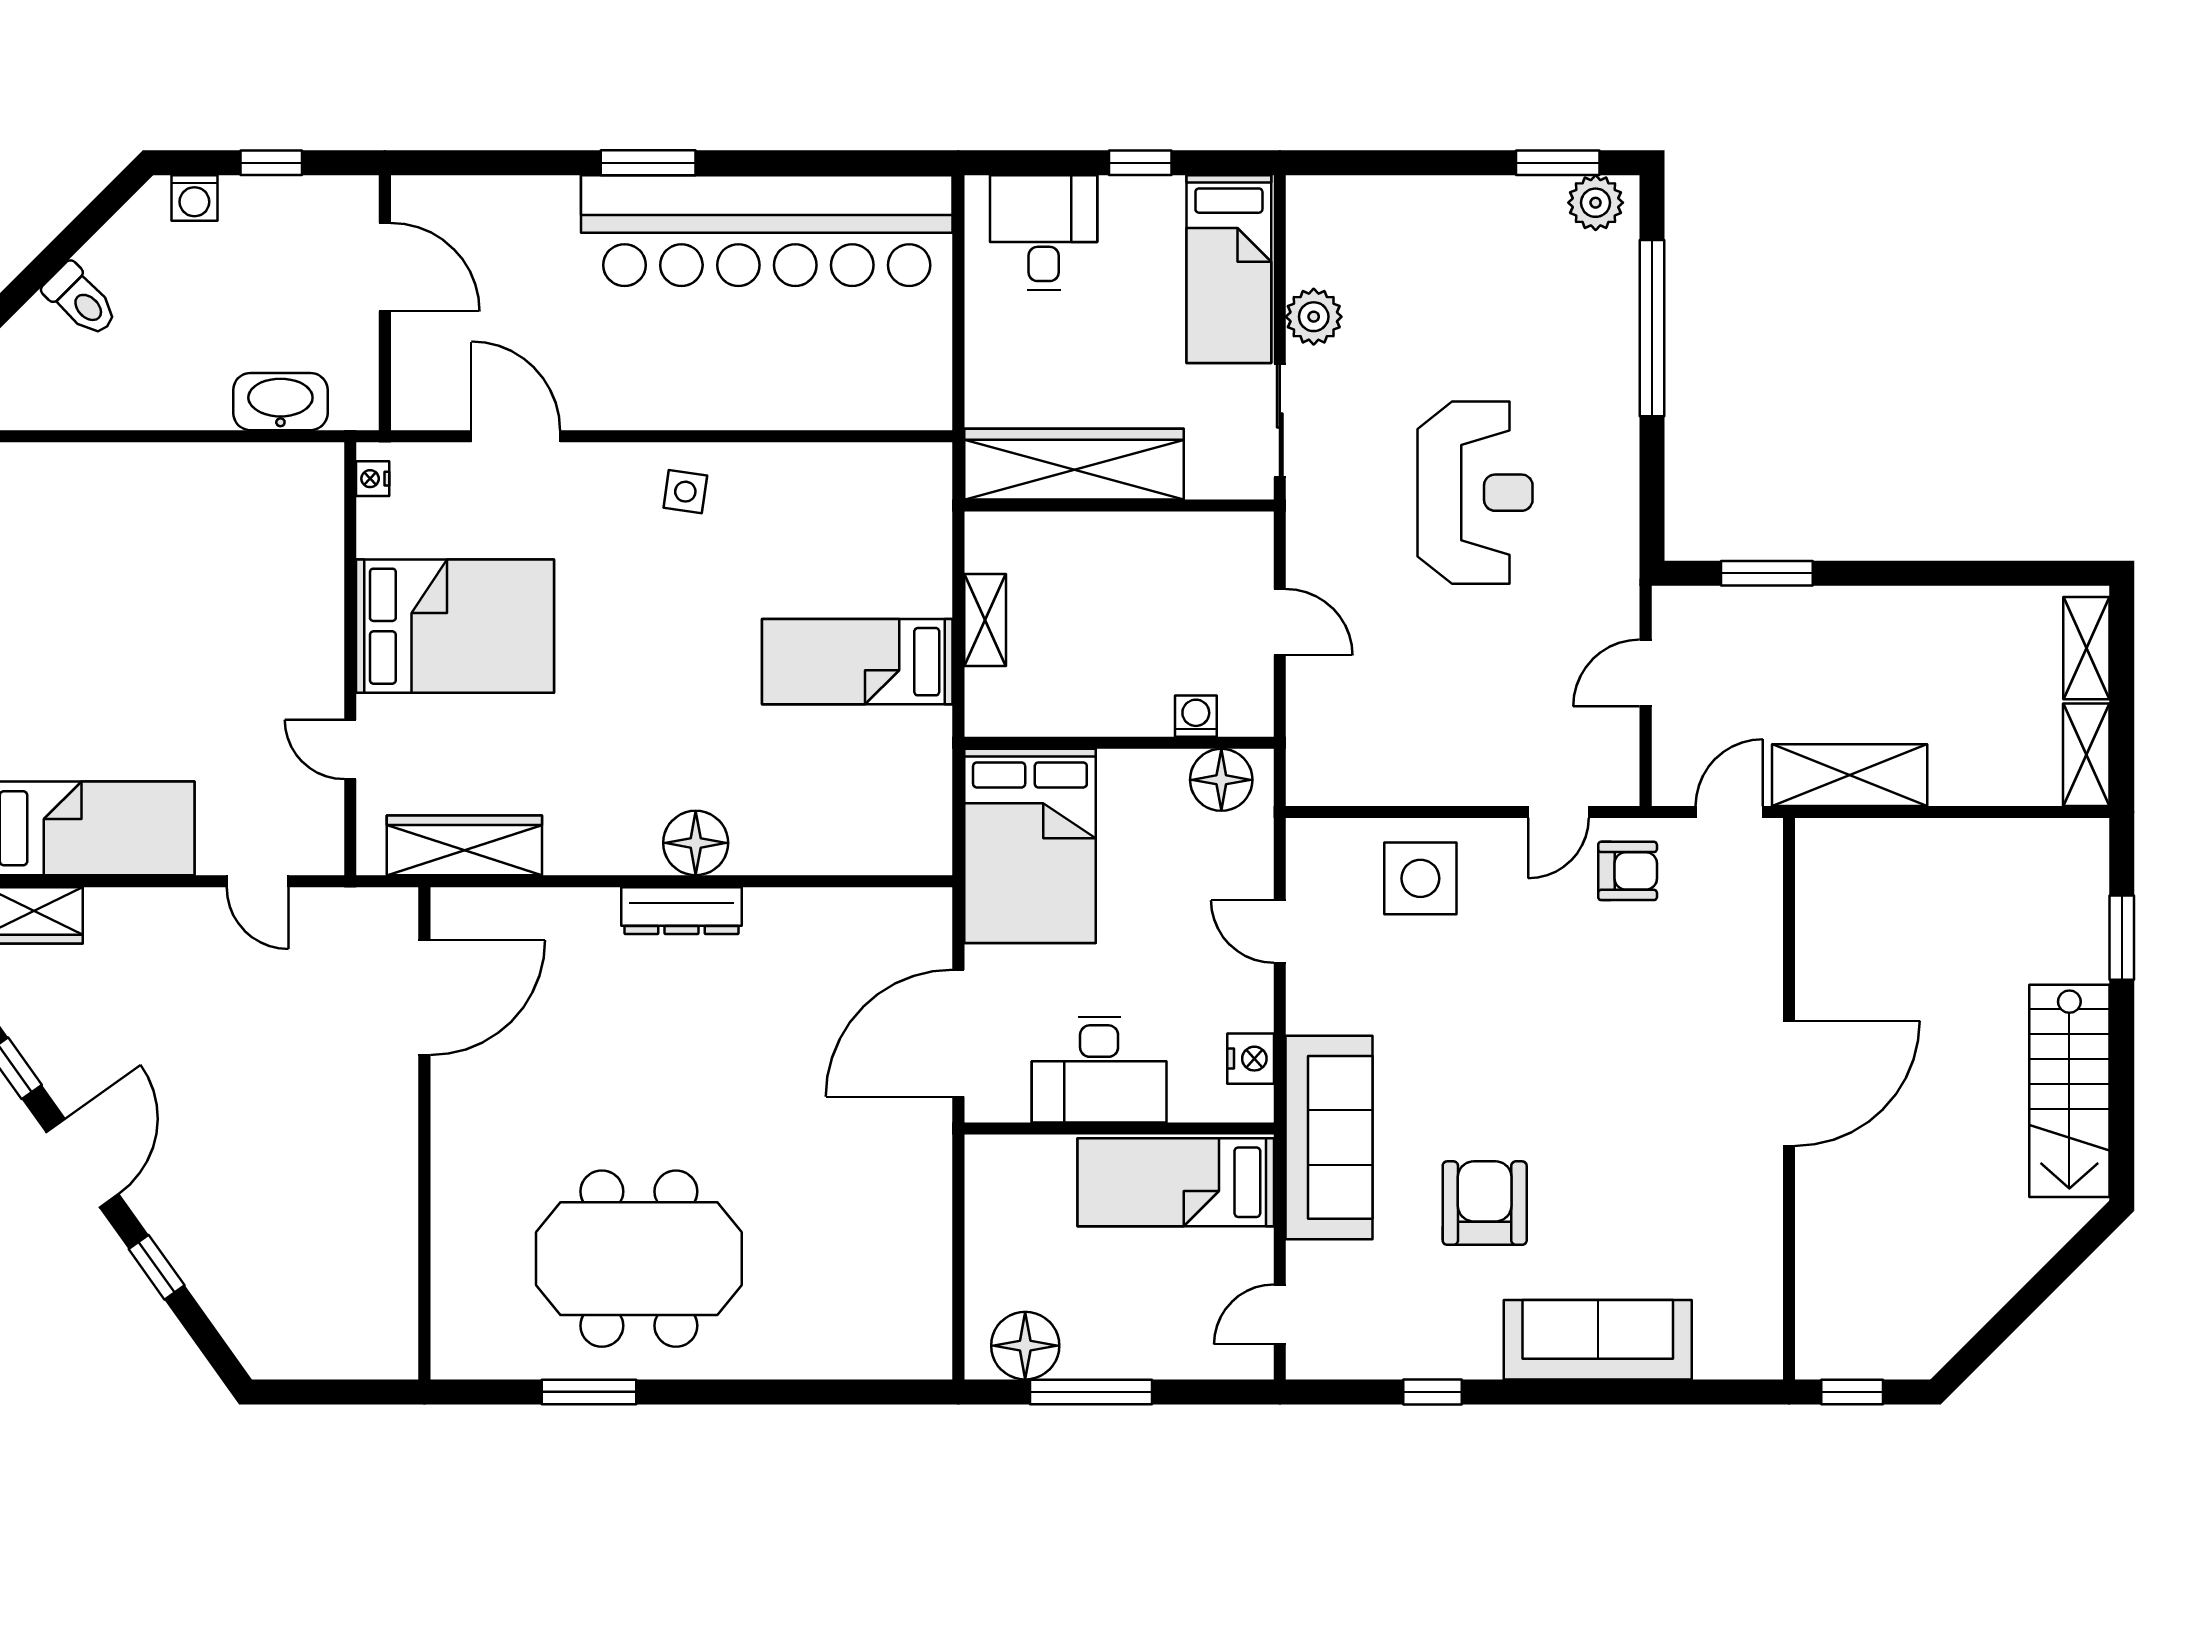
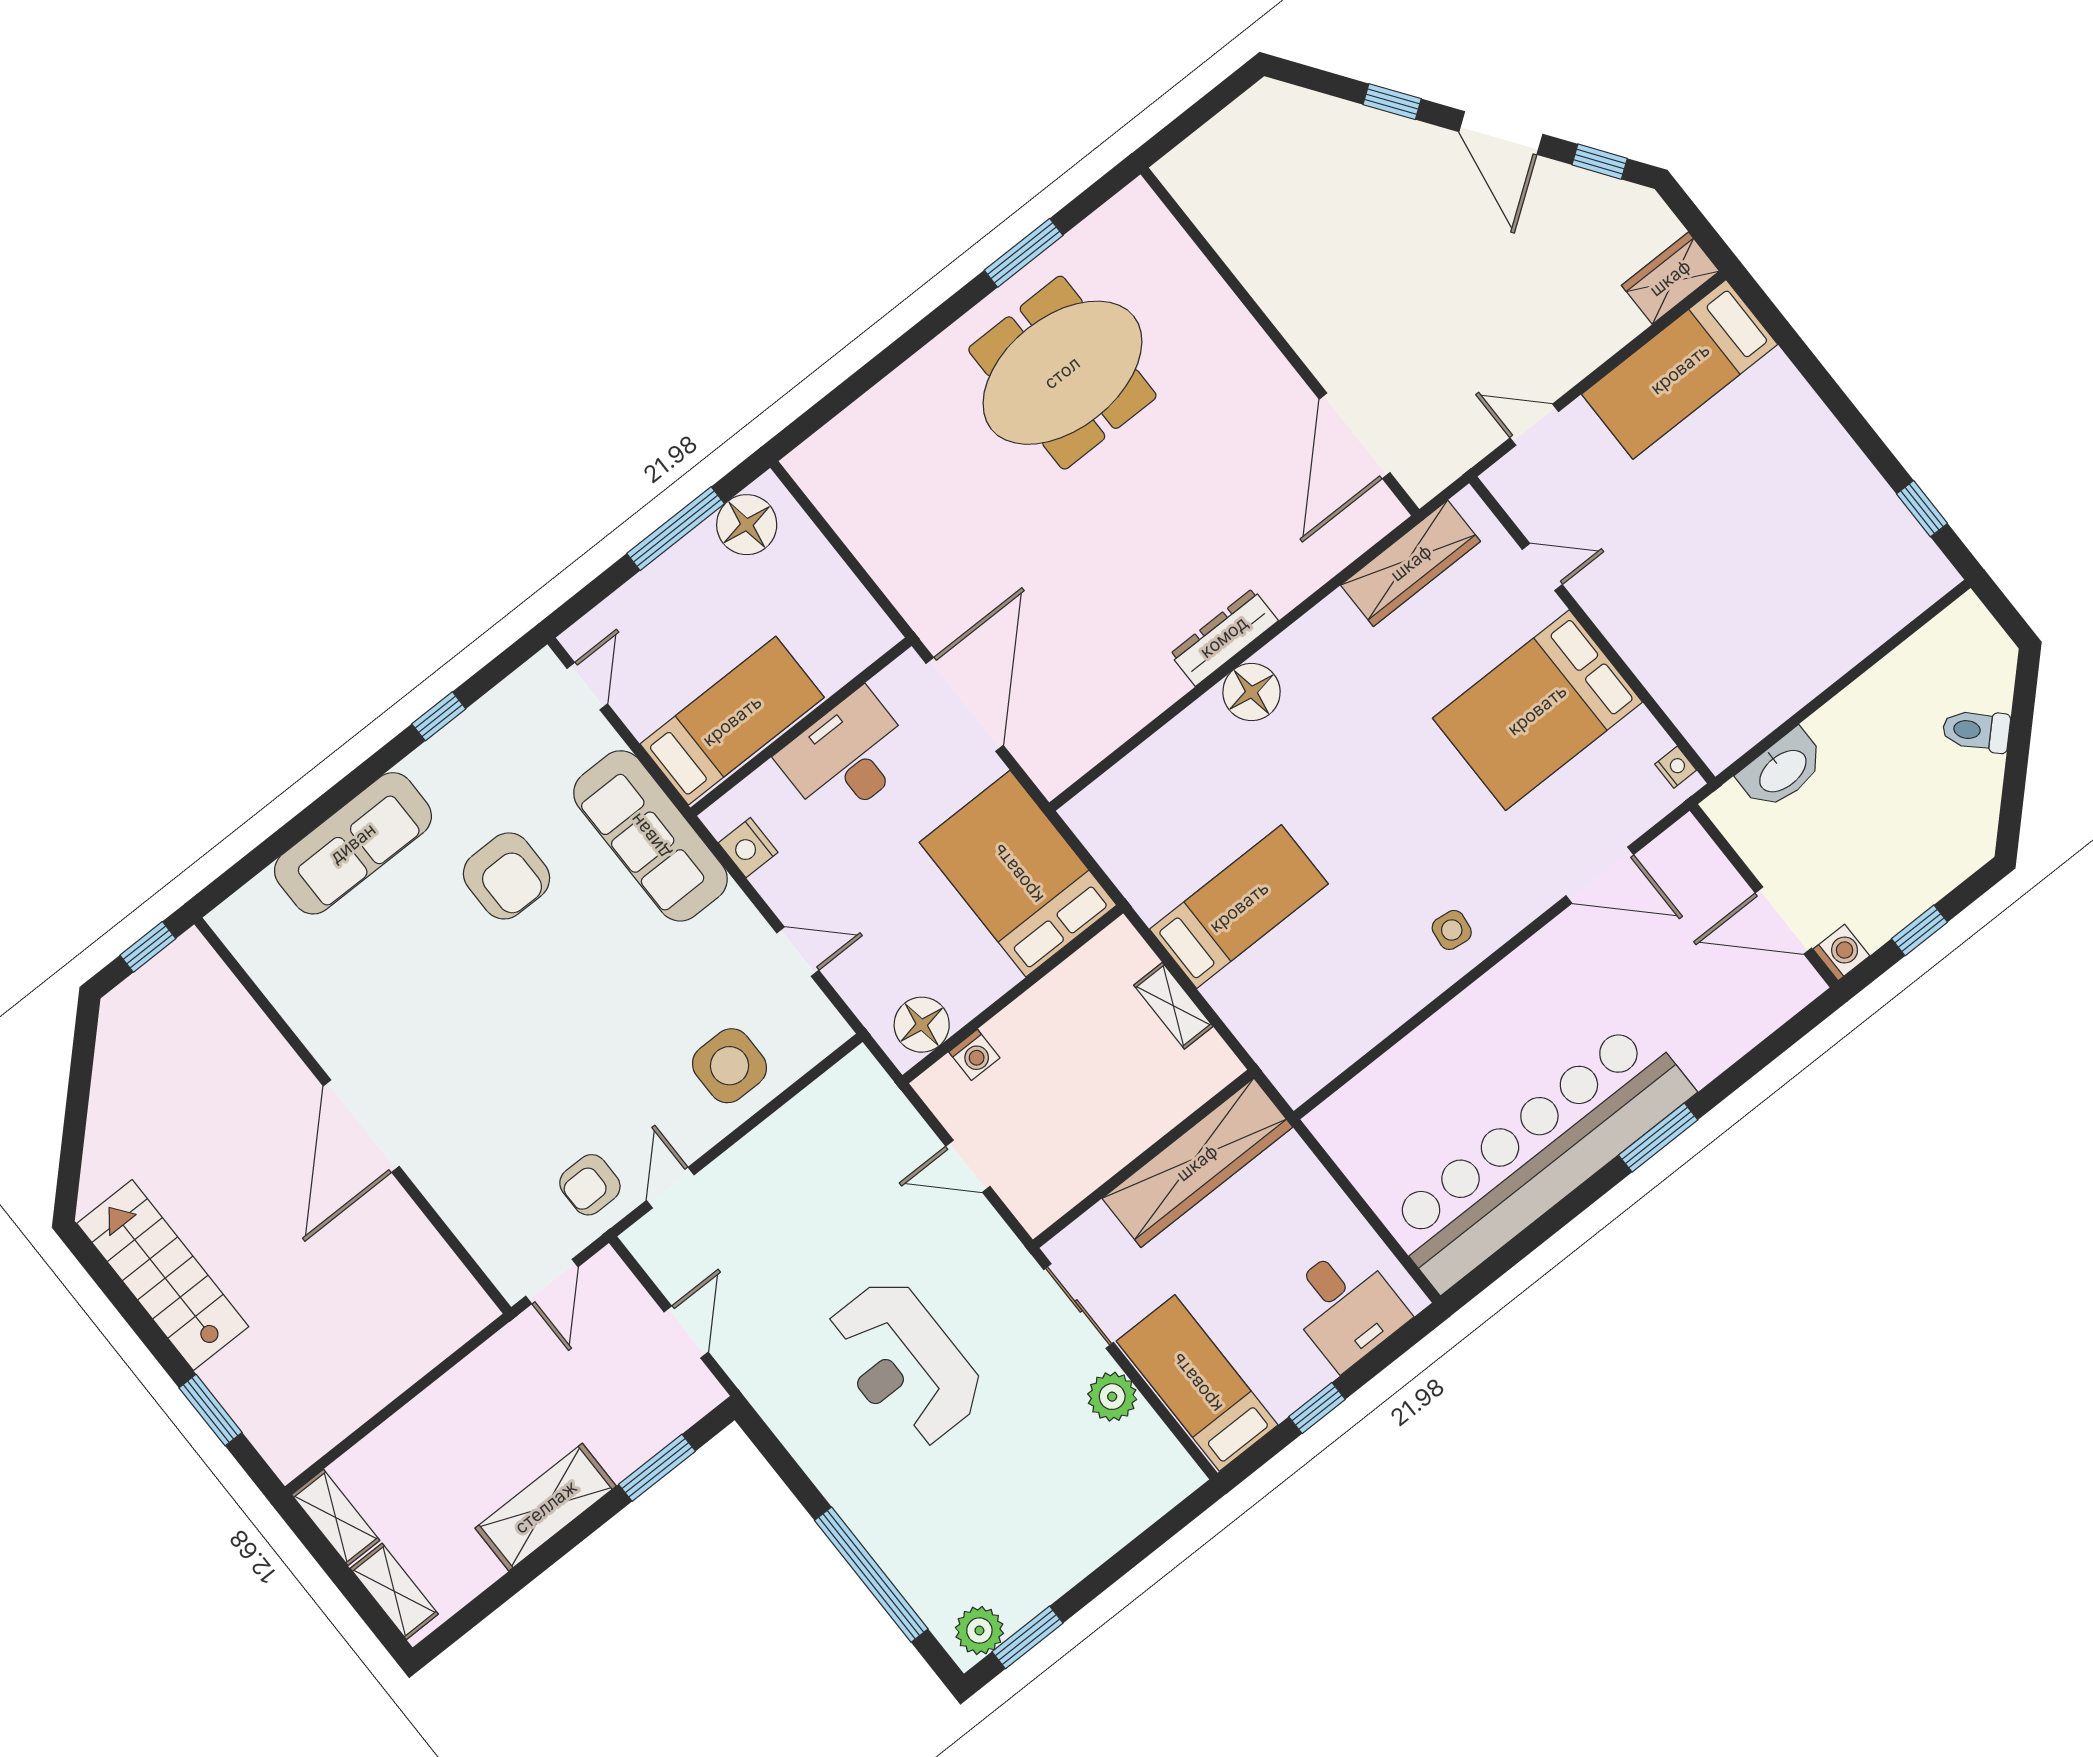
washing machine: (194, 198) -> (1841, 953), moved, turned 90
shelving: (1850, 775) -> (546, 1507), moved

